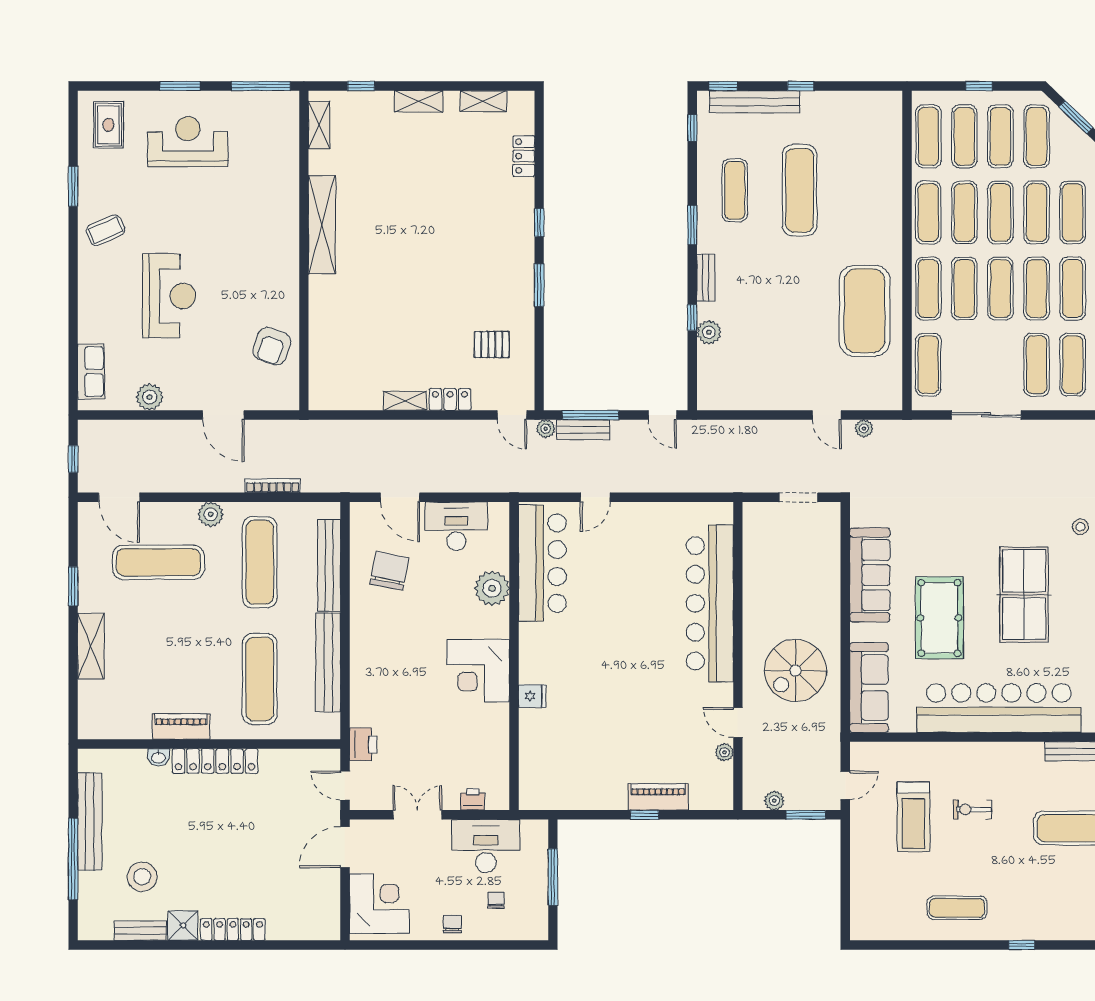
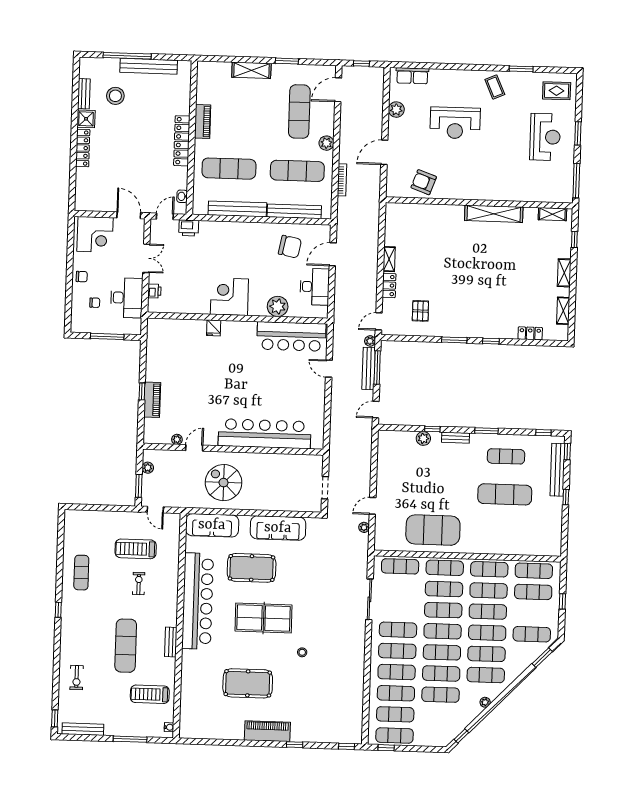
exercise mat: (1000, 136) -> (532, 613), removed
bench: (583, 430) -> (369, 369), width x1.36
washbasin: (159, 757) -> (182, 196), moved

